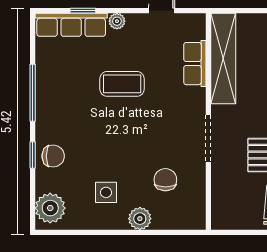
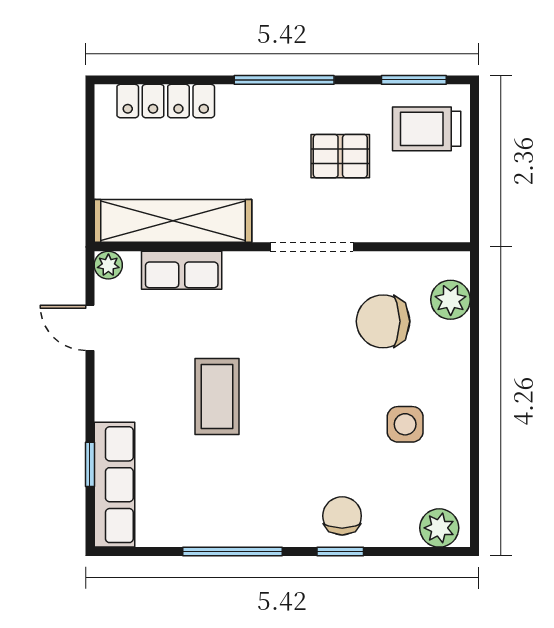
plant: (117, 21) -> (108, 265), moved
chair: (165, 180) -> (383, 321), width x1.37, depth x1.37
plant: (50, 208) -> (439, 528), width x0.73, depth x0.73
plant: (140, 219) -> (451, 300), moved

